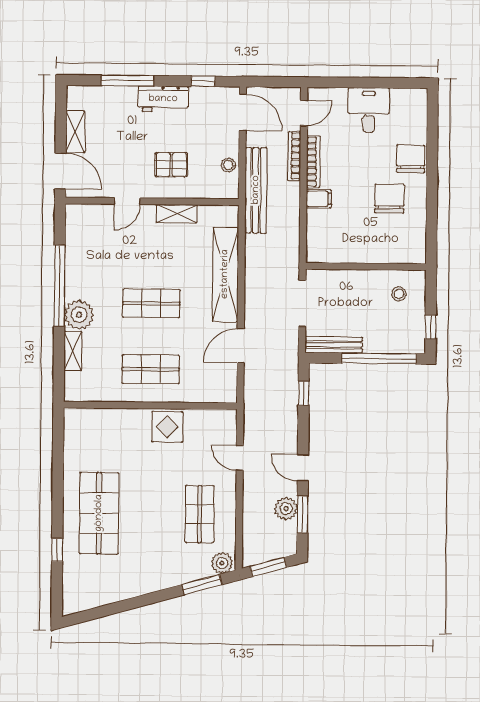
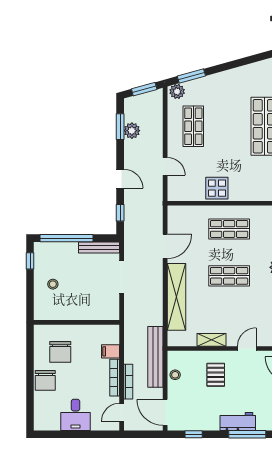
workbench: (163, 99) -> (238, 422), moved
pallet: (171, 165) -> (216, 375), turned 90
wall: (366, 266) -> (77, 322), moved
door: (303, 468) -> (120, 179), moved

